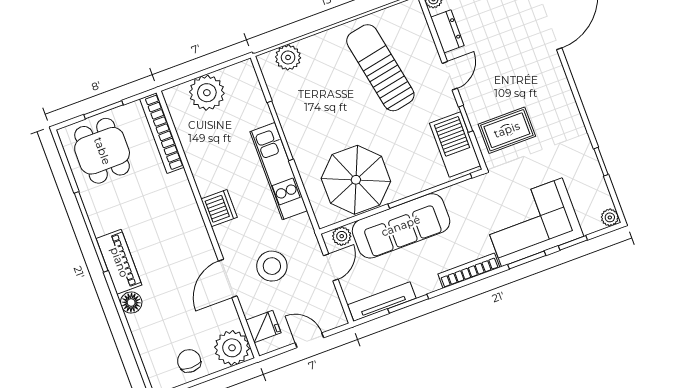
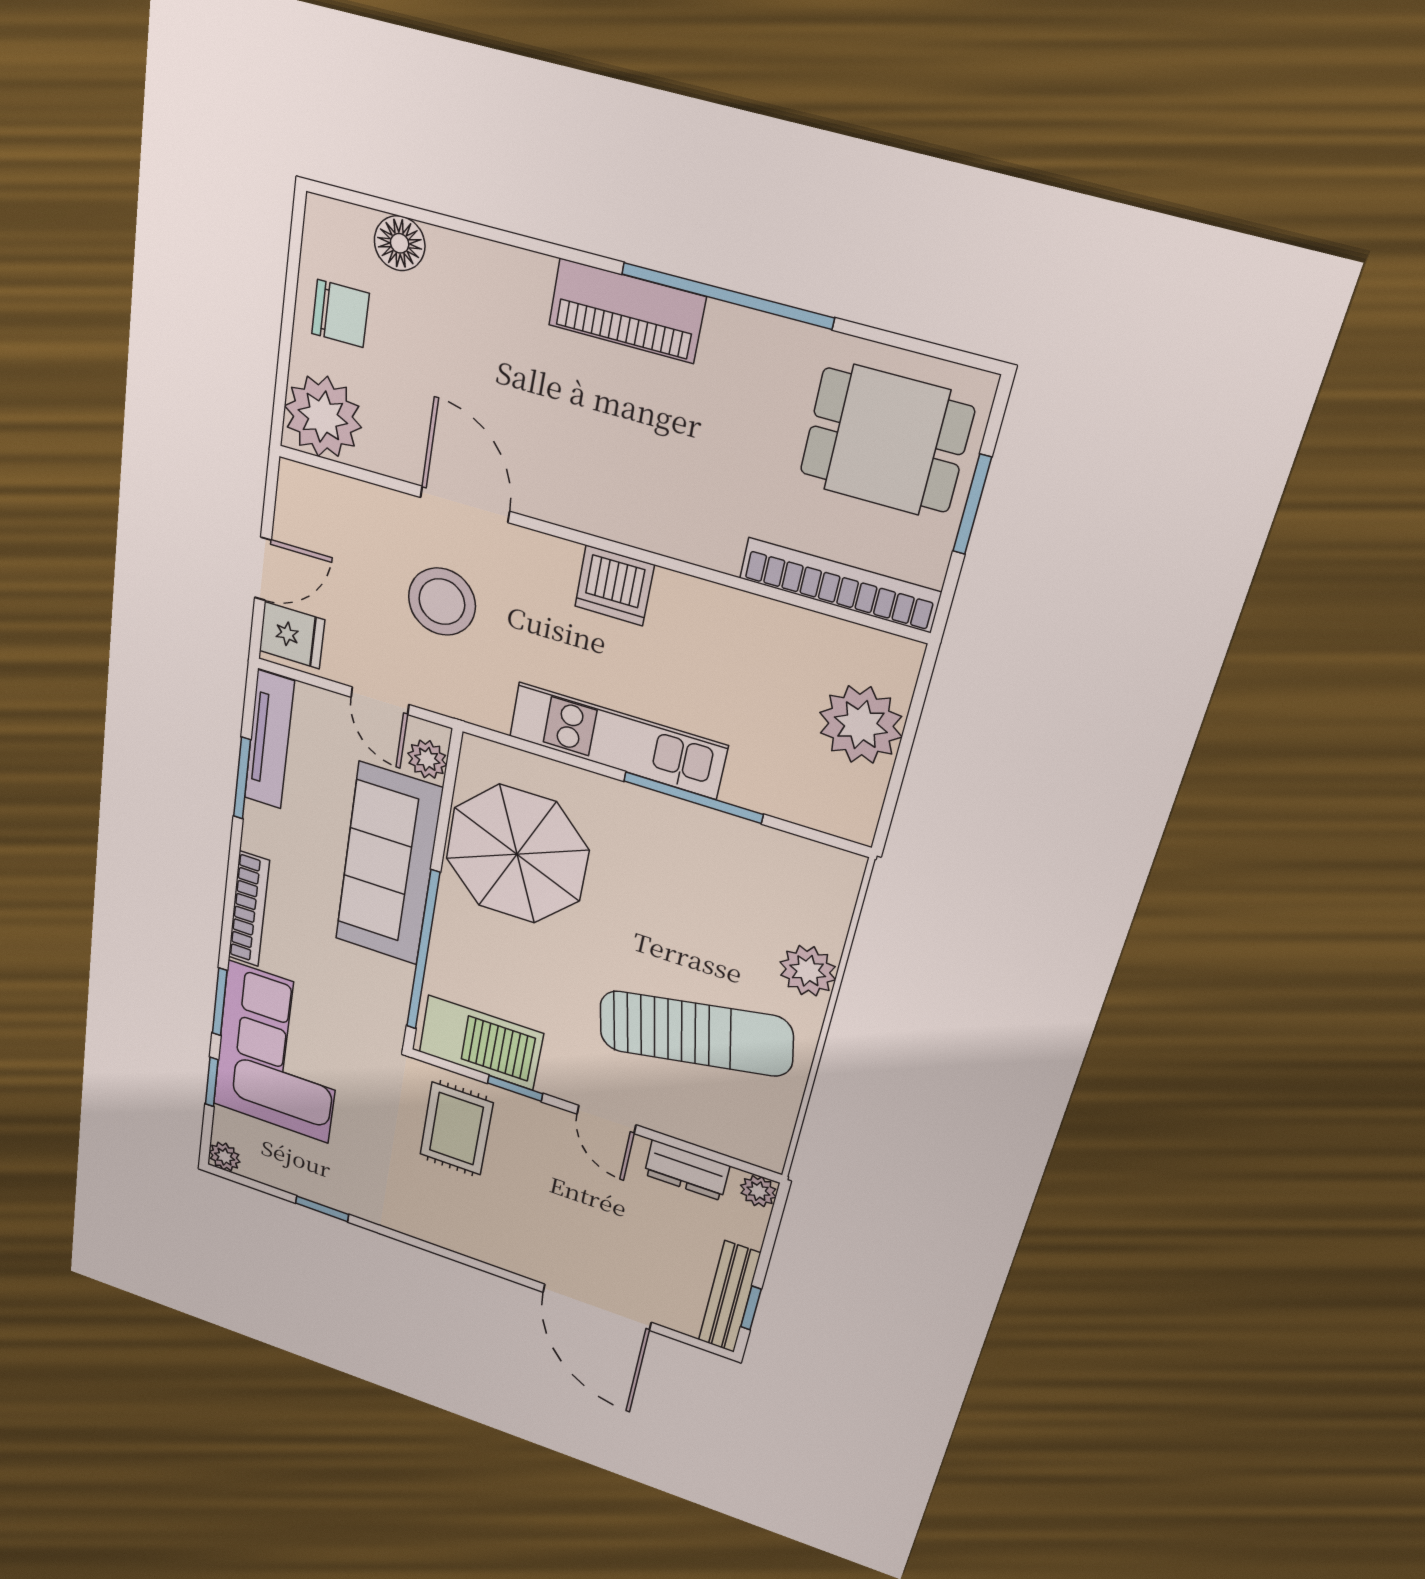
plant: (288, 57) -> (808, 971), moved
floor lamp: (131, 303) -> (400, 243), moved
fridge: (263, 327) -> (292, 635), moved, turned -90

